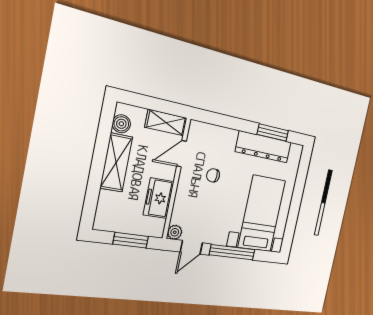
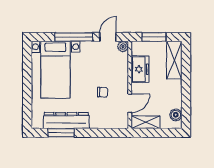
shelving: (116, 163) -> (174, 60), moved

